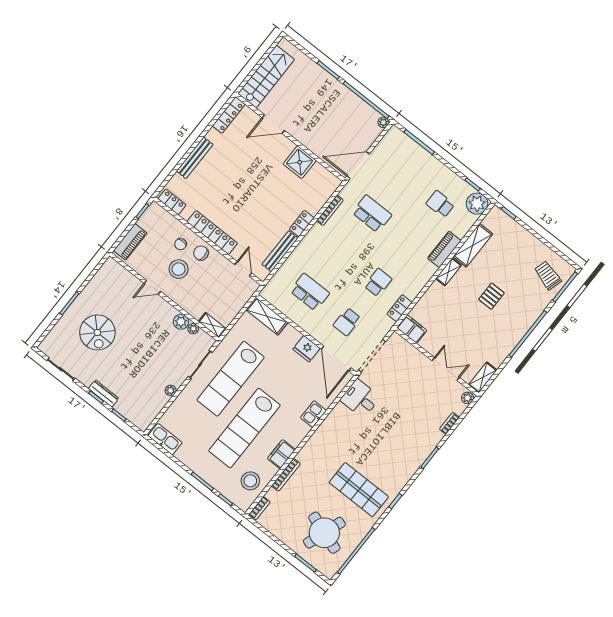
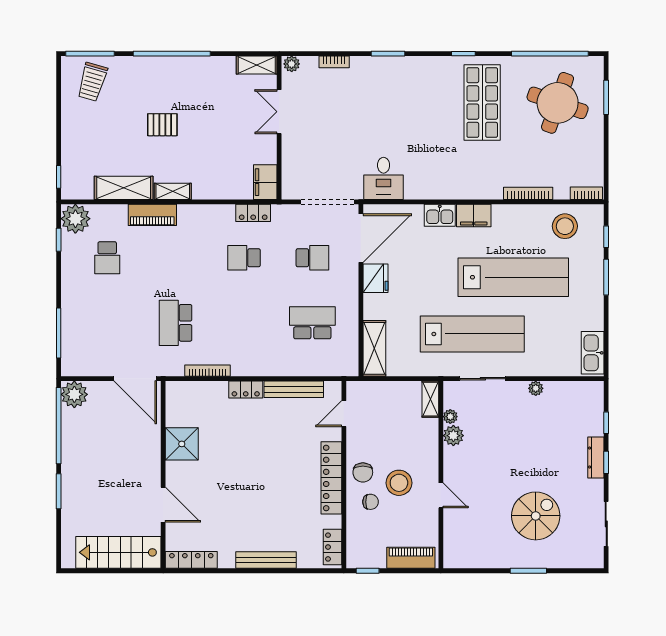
plant: (383, 122) -> (74, 394), width x1.88, depth x1.88
school desk: (310, 292) -> (312, 323), turned 90
filing cabinet: (281, 454) -> (474, 216), moved

